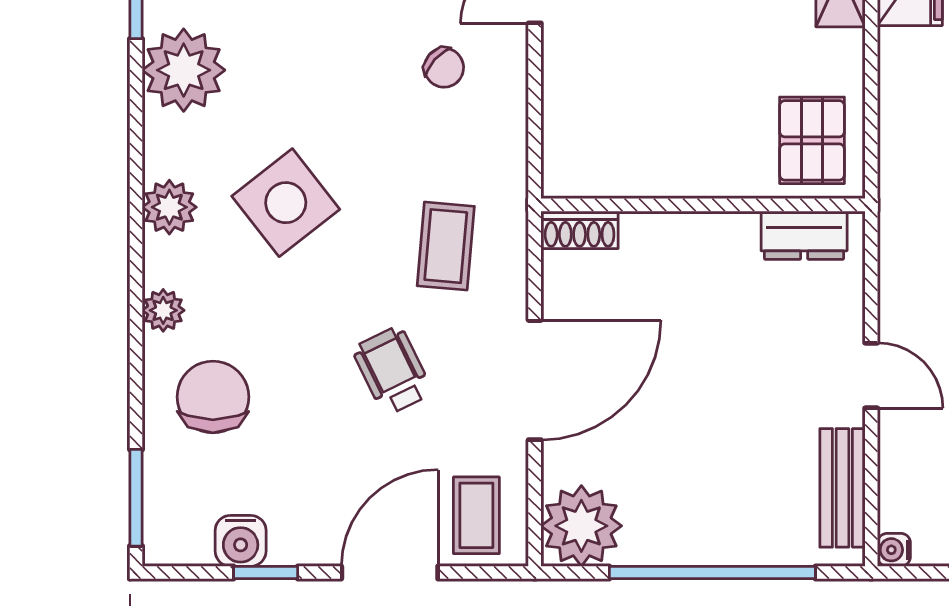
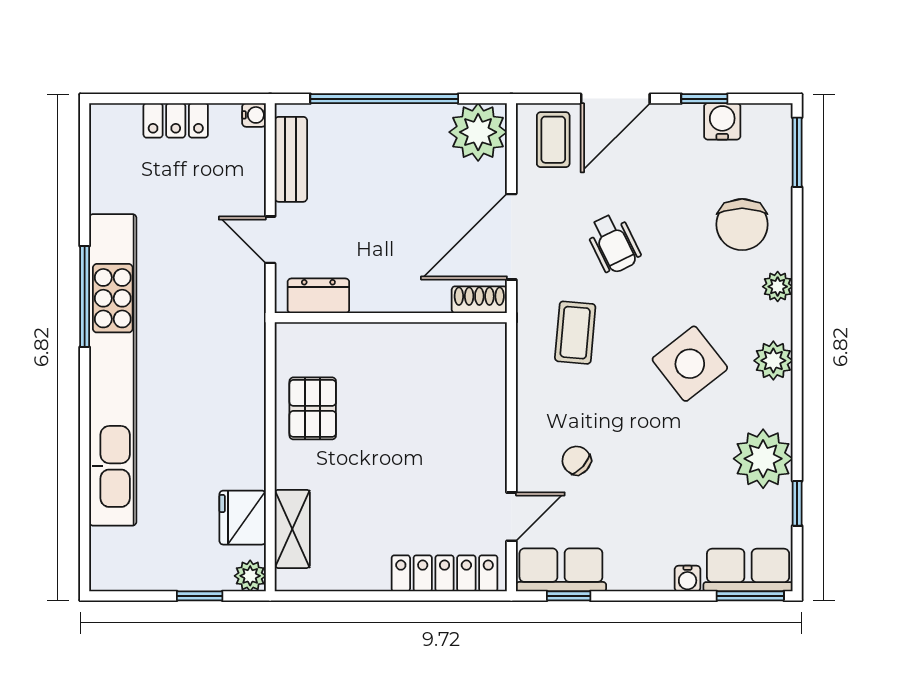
wall: (703, 205) -> (391, 318), moved
shoe rack: (580, 230) -> (479, 300), moved
dresser: (804, 235) -> (318, 296), moved

